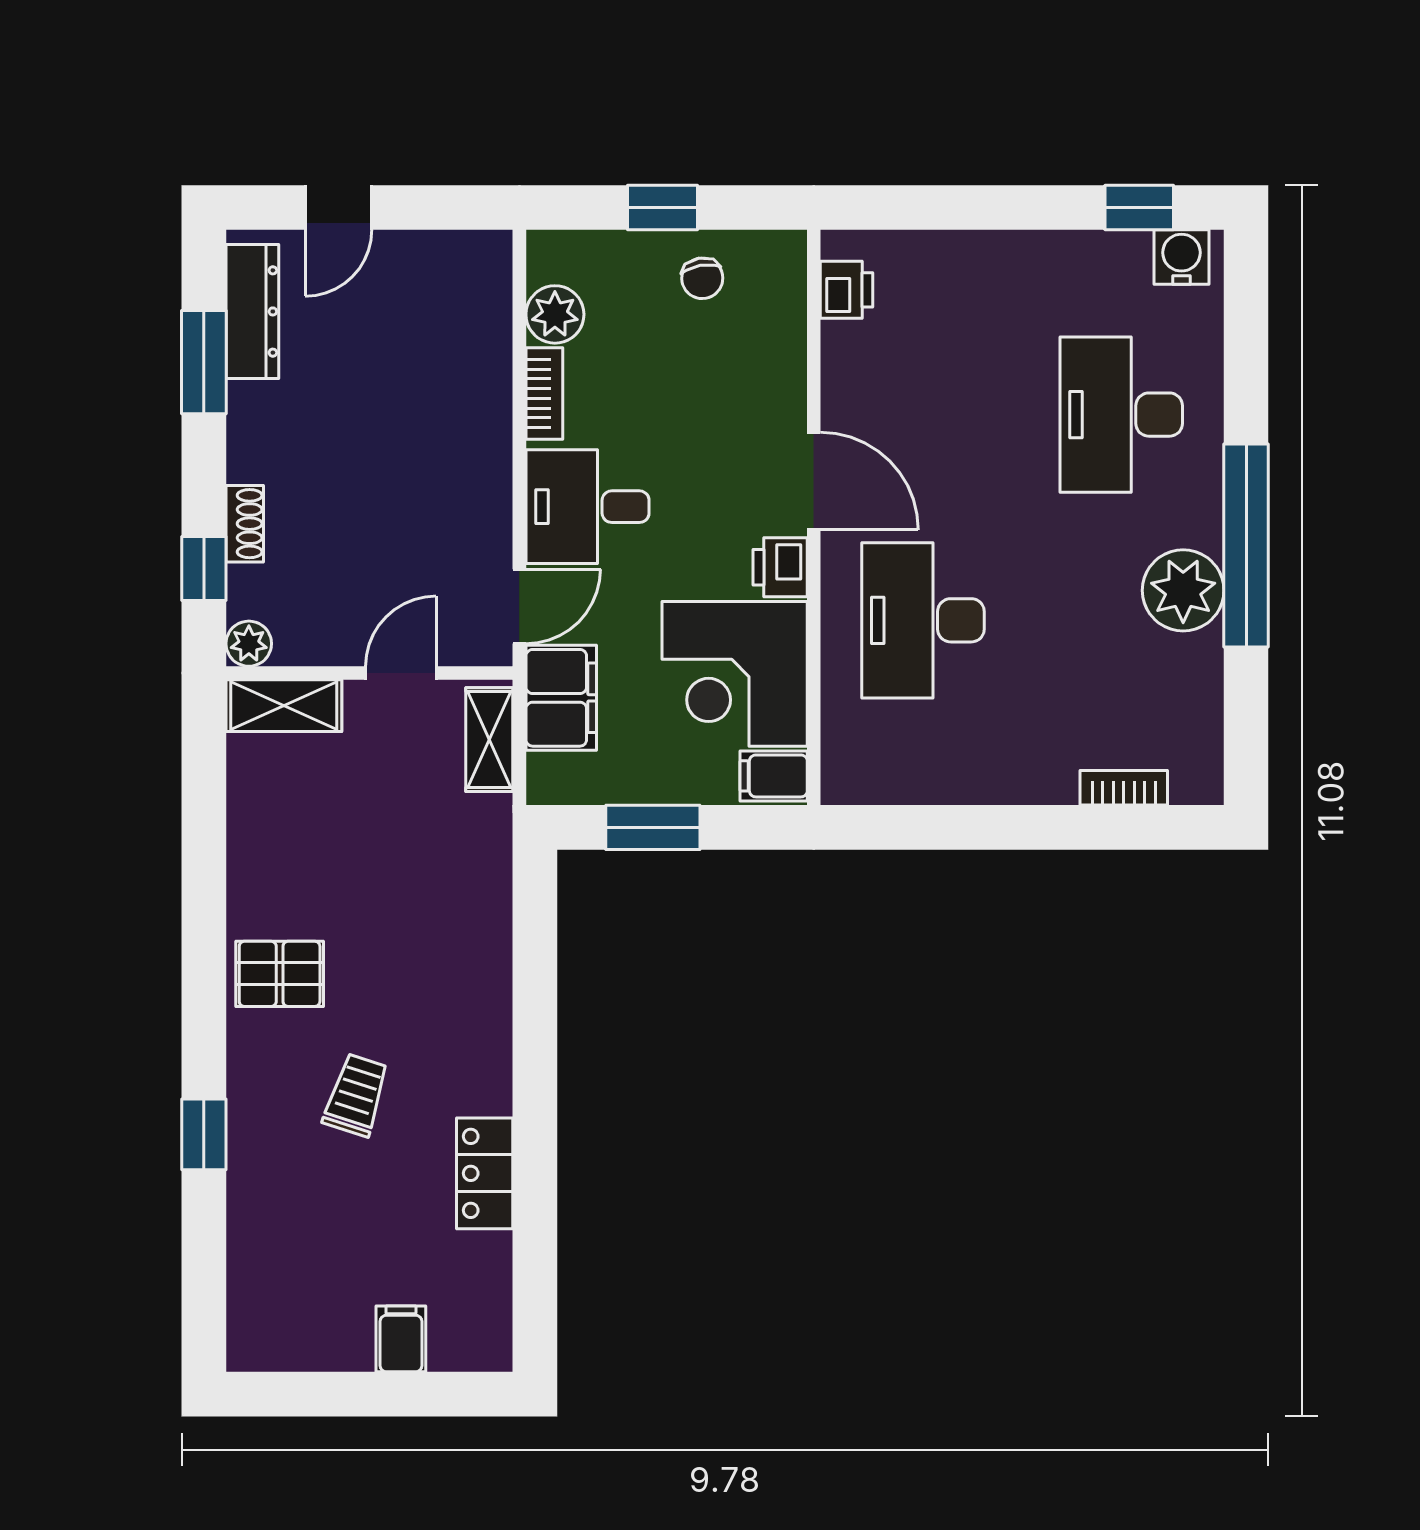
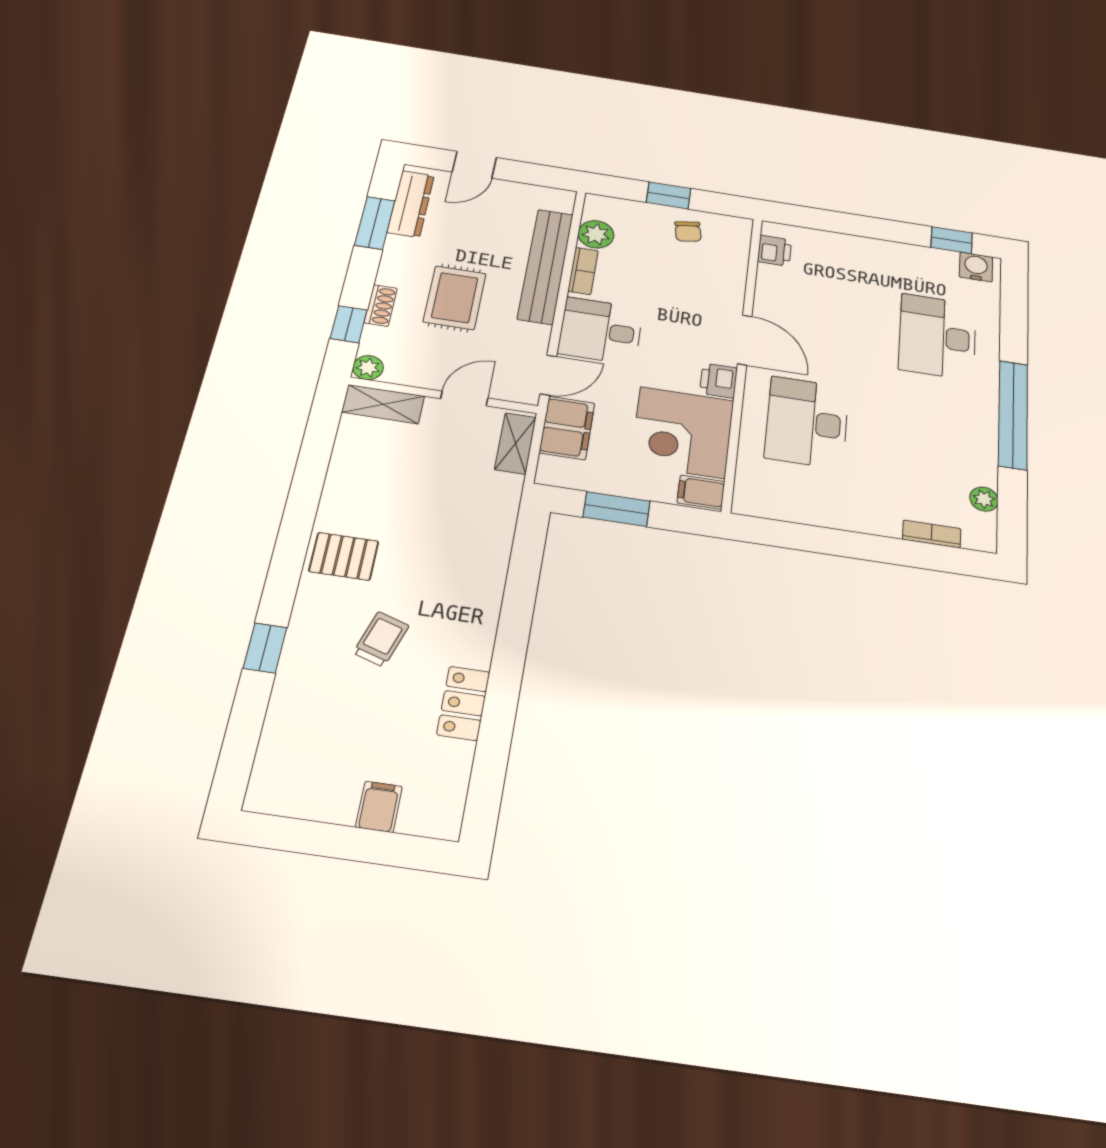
bench: (484, 396) -> (545, 266), added
rug: (354, 486) -> (455, 298), added
plant: (1183, 590) -> (984, 499), moved, width x0.53, depth x0.53

